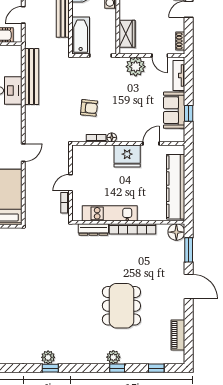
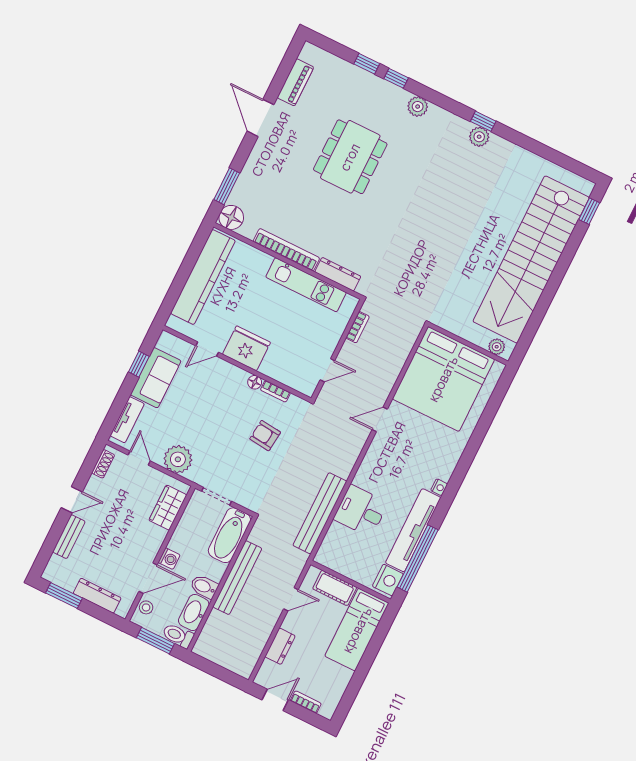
door: (71, 183) -> (327, 370), moved
door: (189, 287) -> (260, 118), moved
plant: (113, 357) -> (418, 107), moved
window: (156, 368) -> (367, 64), moved

